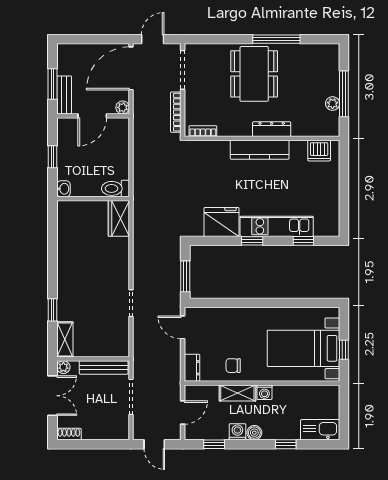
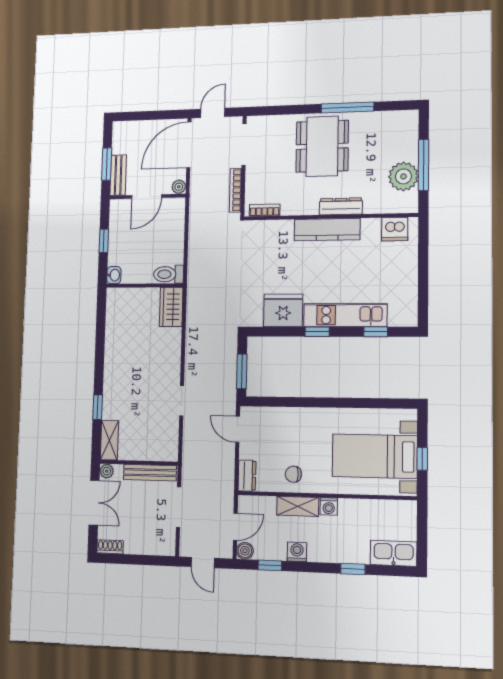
plant: (333, 104) -> (403, 176), width x1.88, depth x1.88
boiler: (254, 433) -> (245, 551), moved

